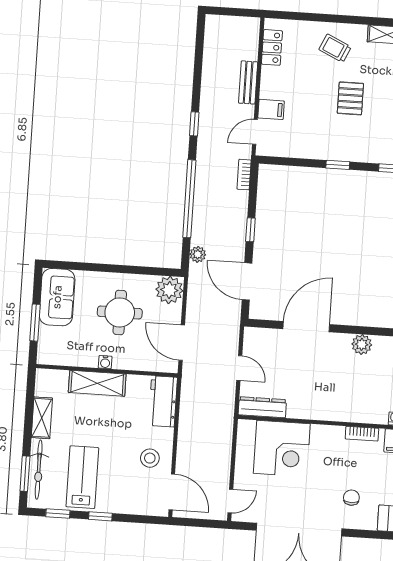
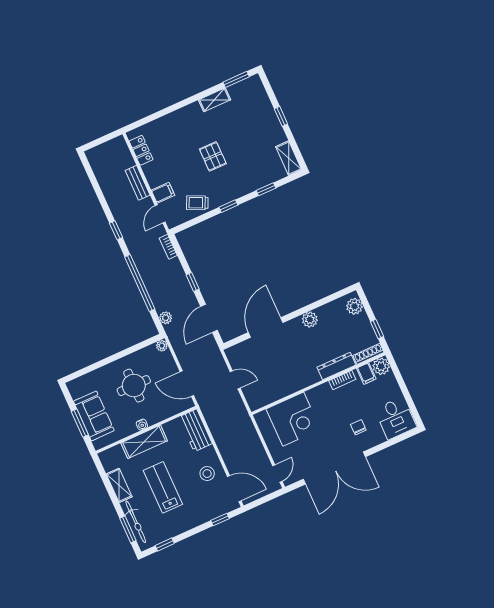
trolley: (335, 48) -> (197, 203), moved
door: (247, 281) -> (209, 318), hinge flipped
plant: (169, 290) -> (162, 346), width x0.53, depth x0.53
sofa: (57, 297) -> (94, 416), moved
dresser: (262, 407) -> (336, 366), moved
lab bench: (82, 477) -> (163, 487), moved
window: (100, 516) -> (220, 520), moved

